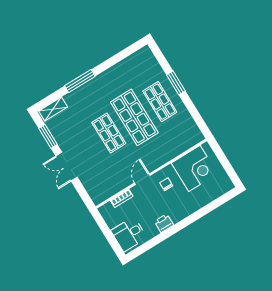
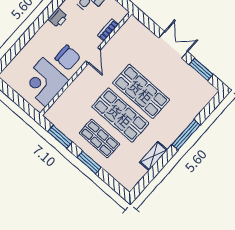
shelving: (53, 109) -> (153, 156), moved
window: (195, 114) -> (60, 137), added
shop shelf: (109, 133) -> (141, 91), width x1.43, depth x1.36
chair: (166, 184) -> (68, 58), width x1.87, depth x1.87

